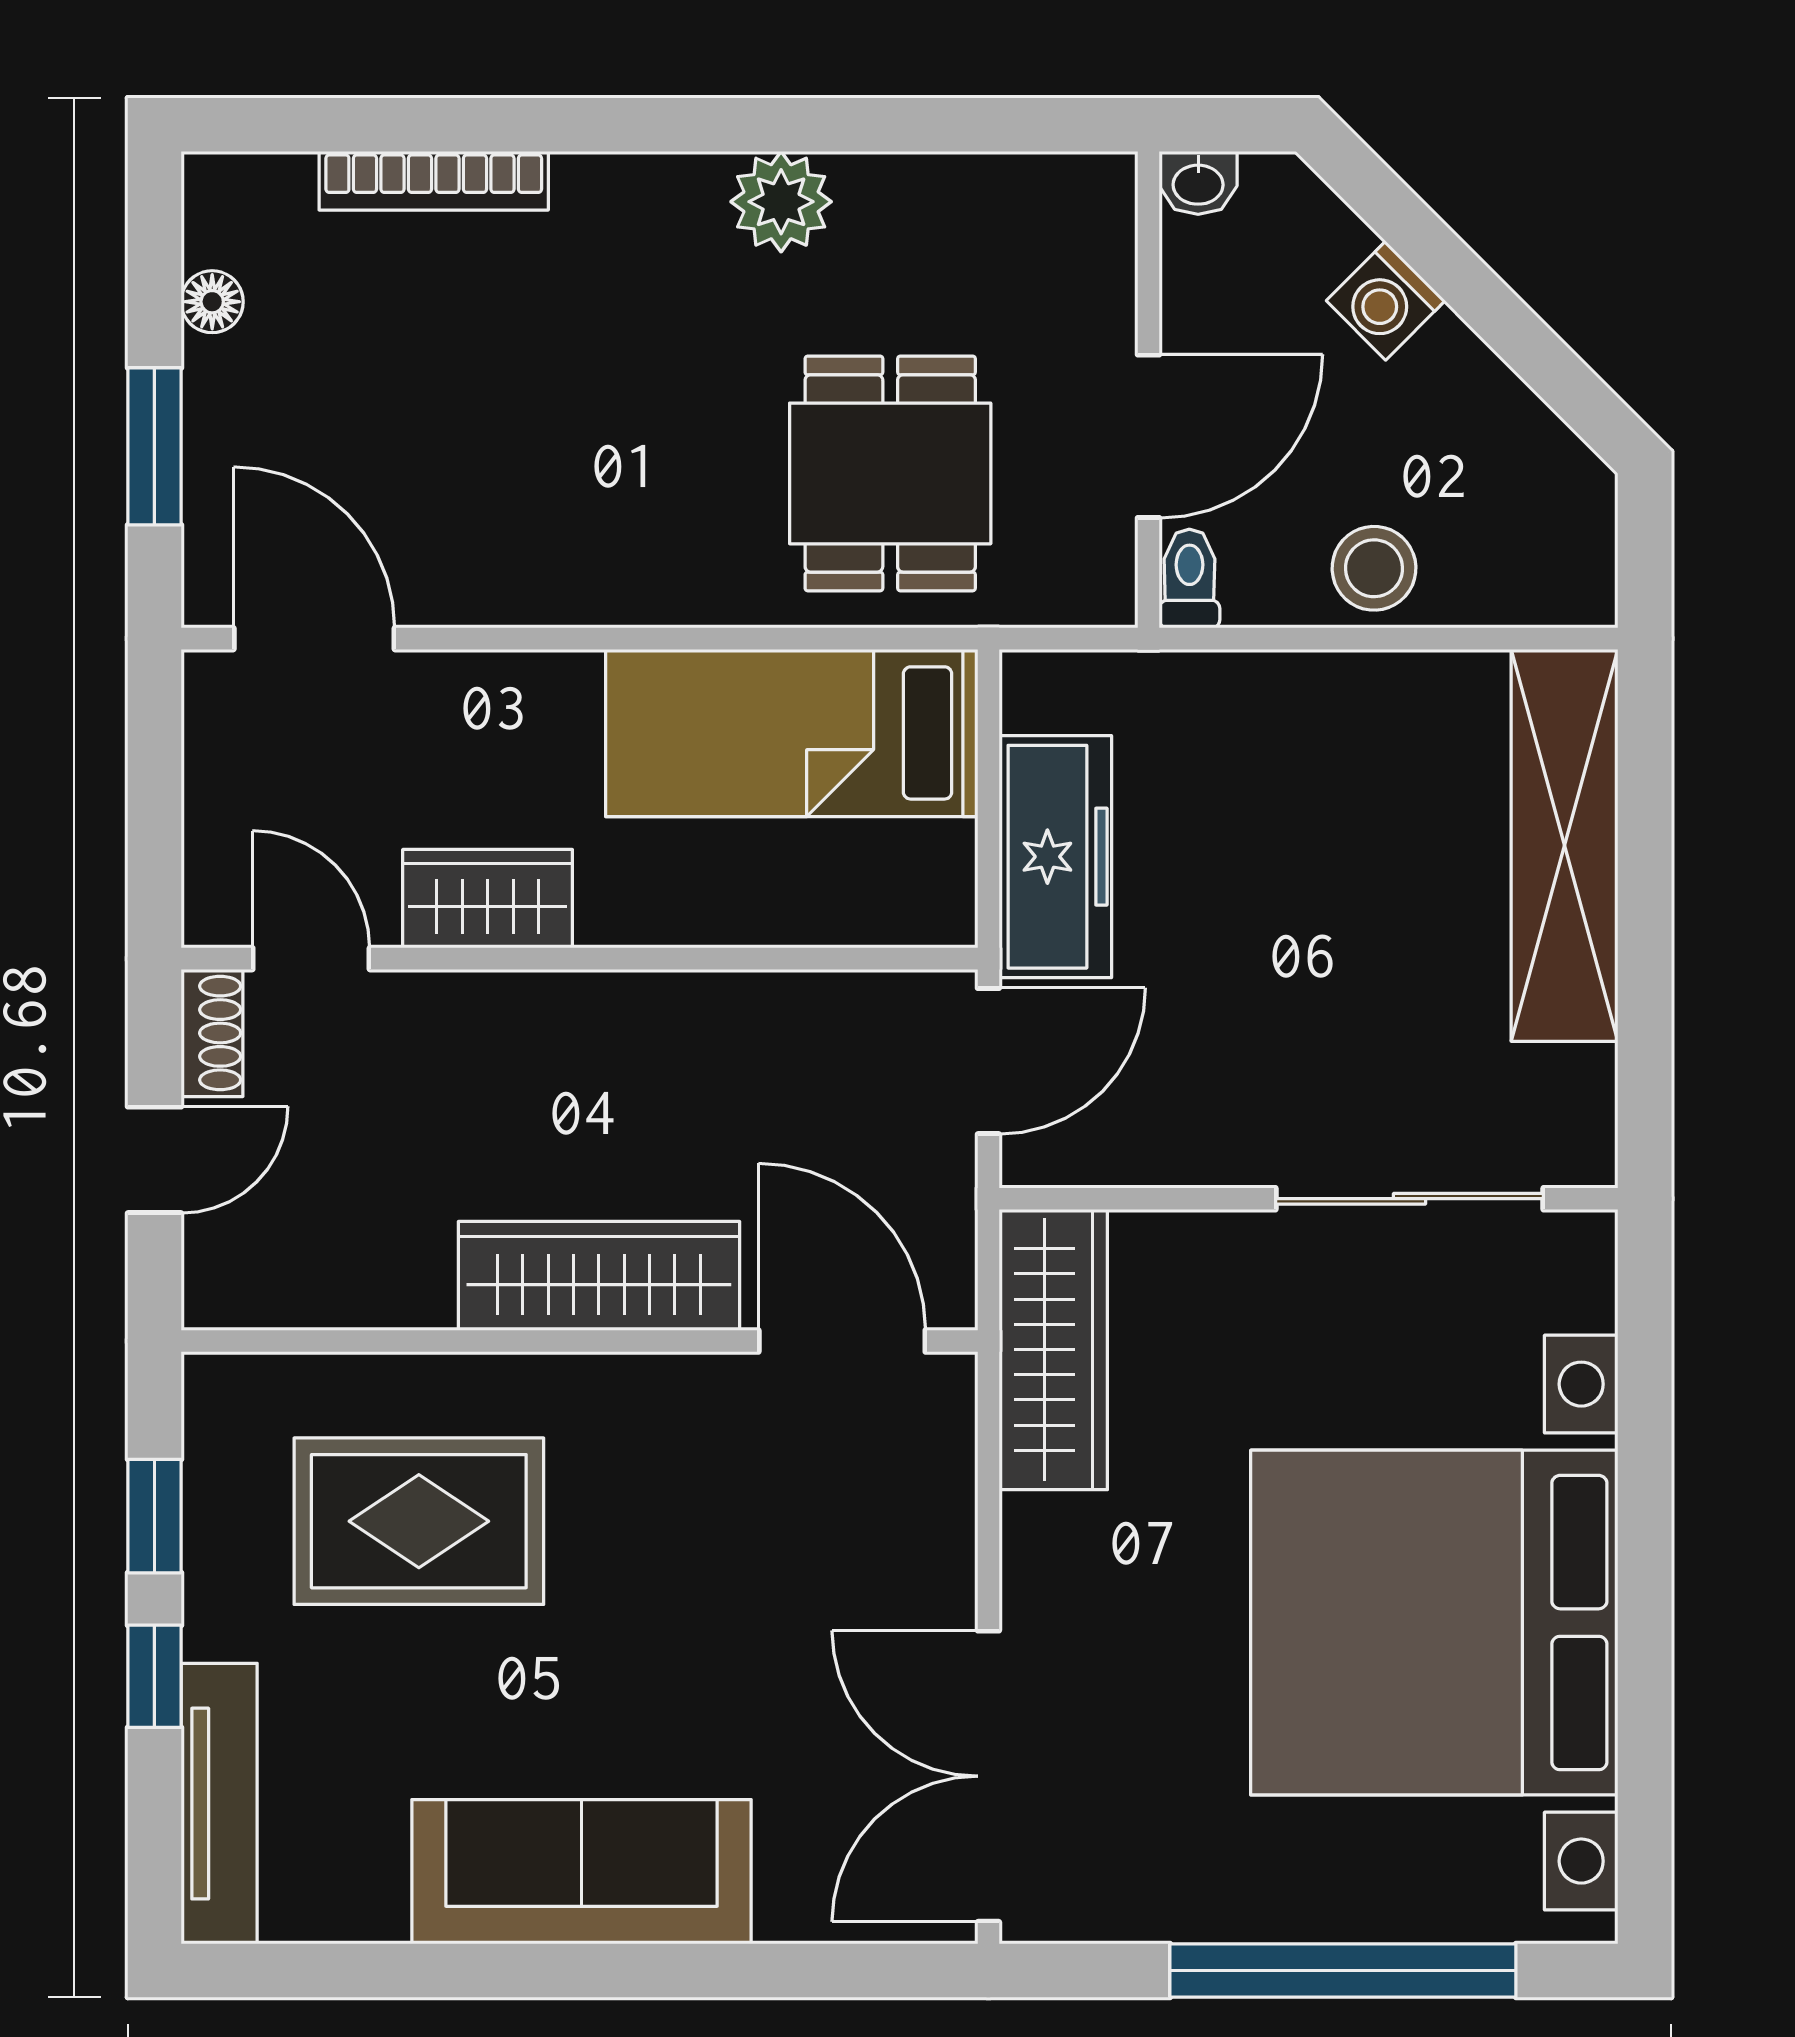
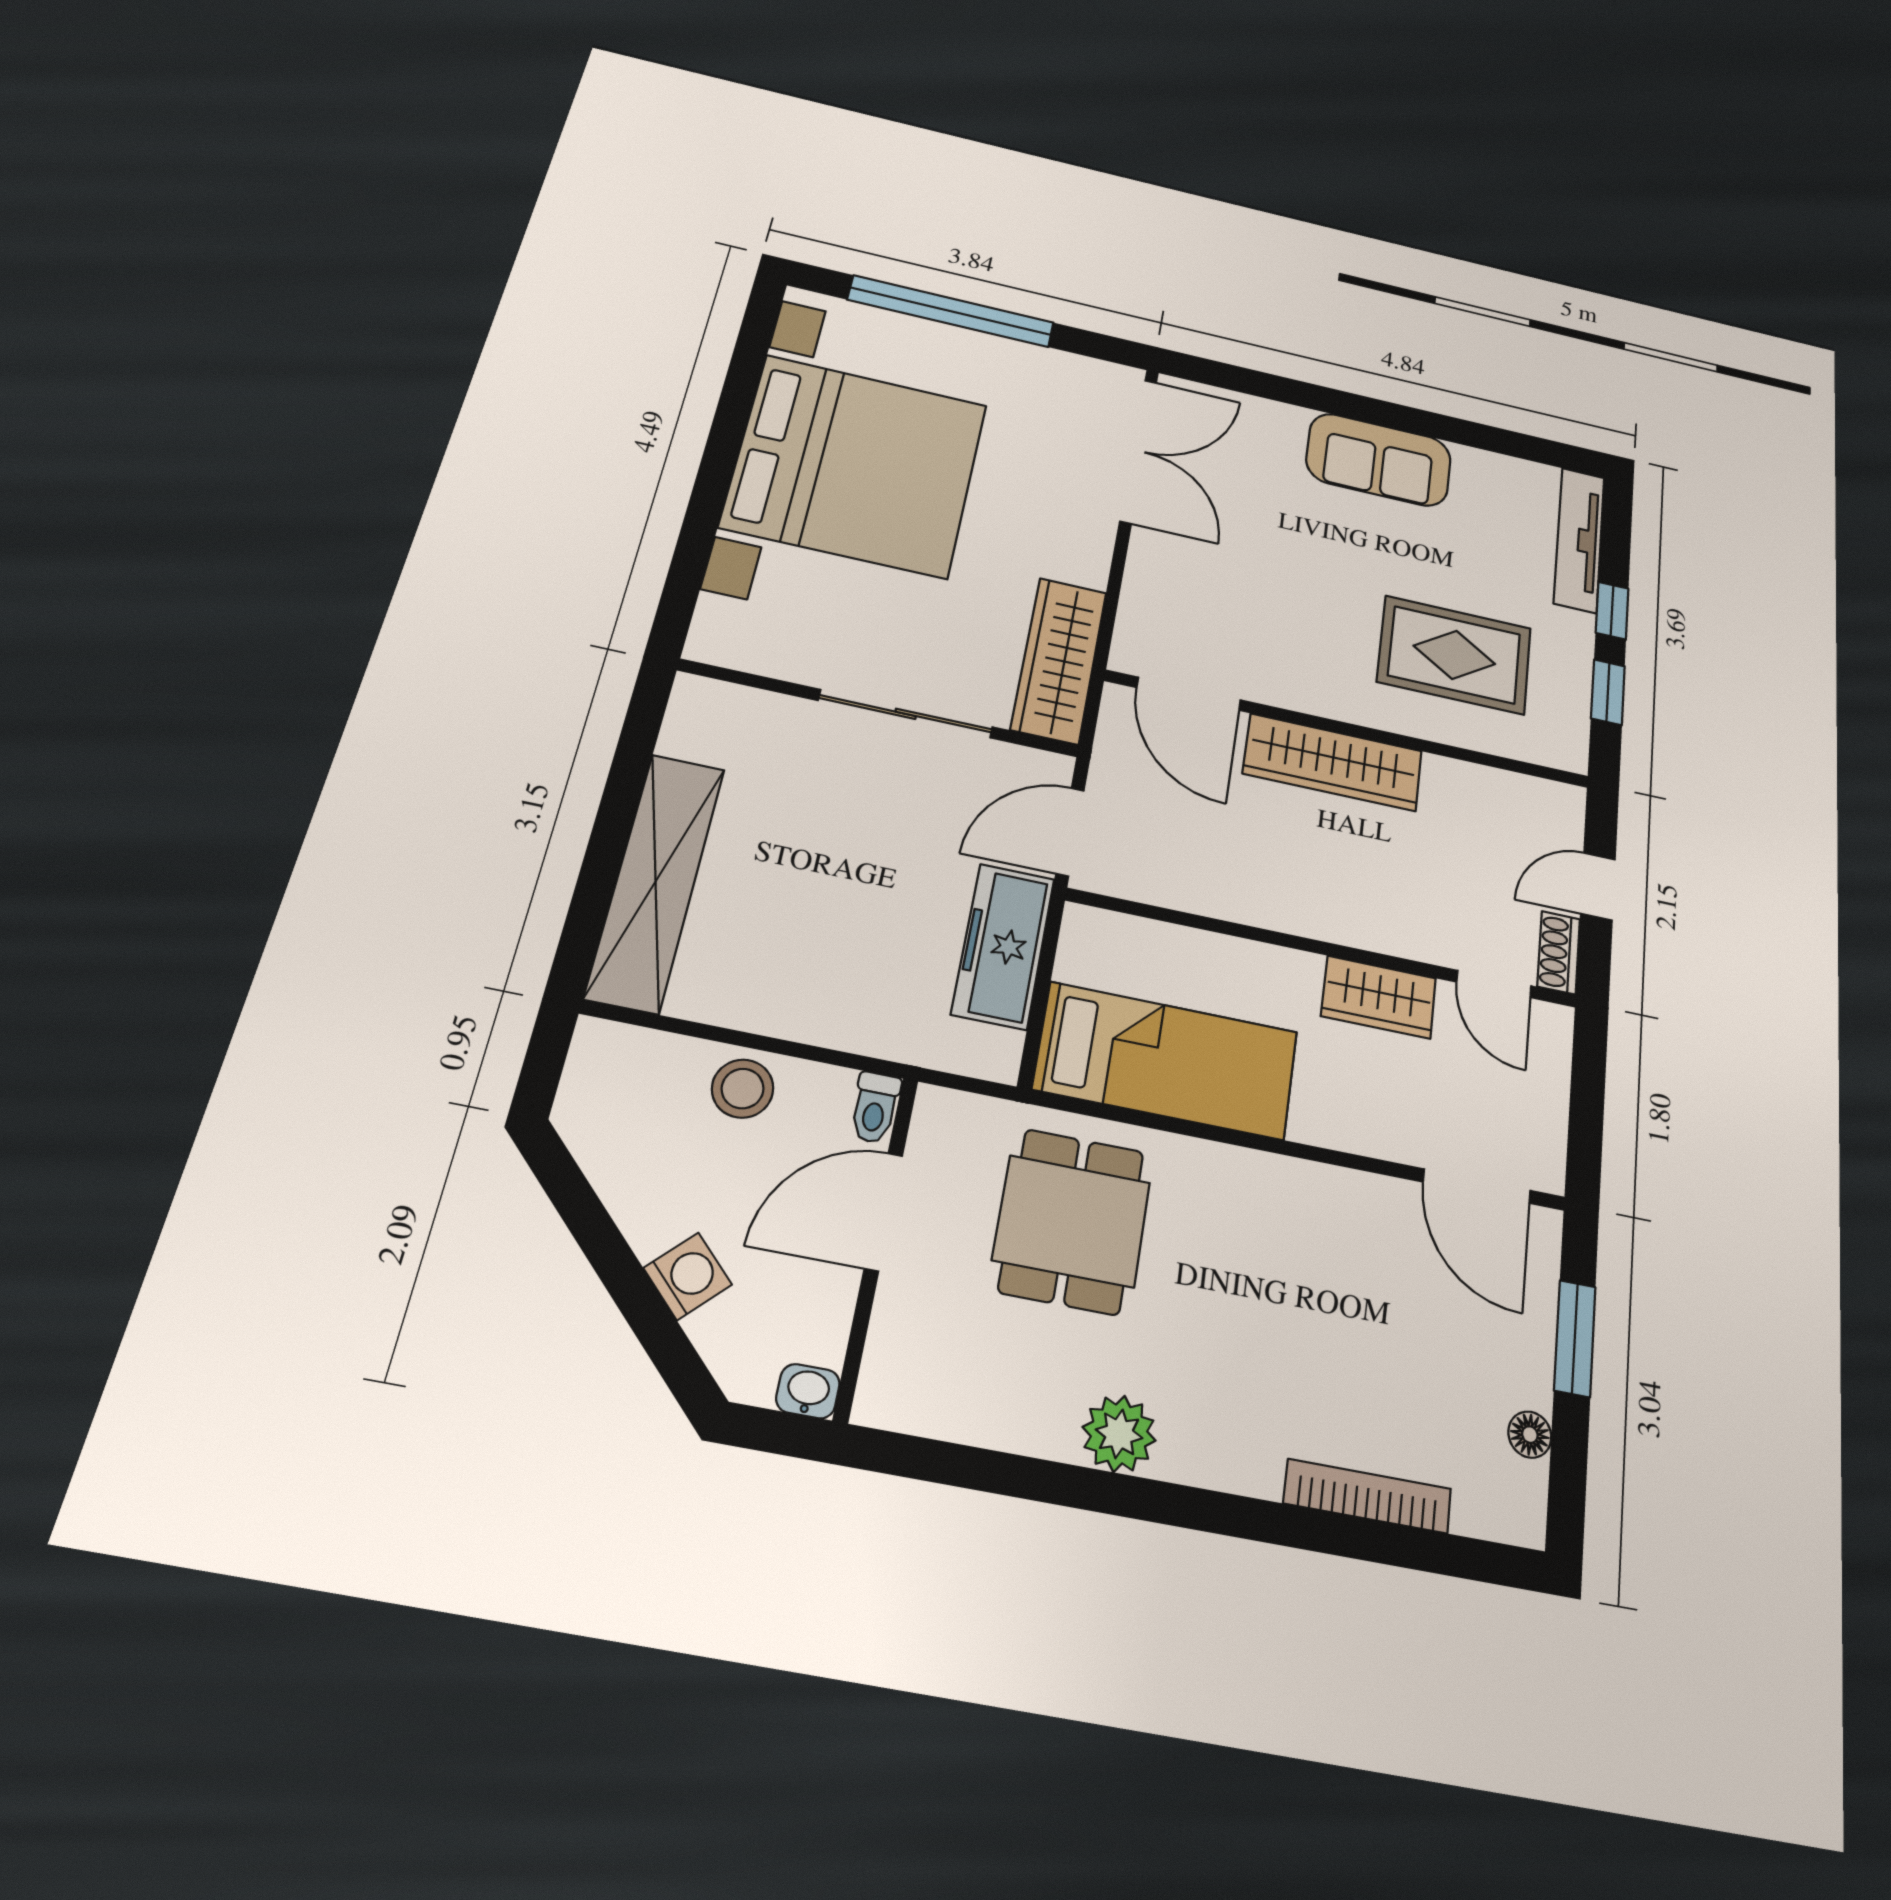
sliding door: (1410, 1199) -> (906, 714), moved
sofa: (582, 1872) -> (1379, 460), width x0.73

